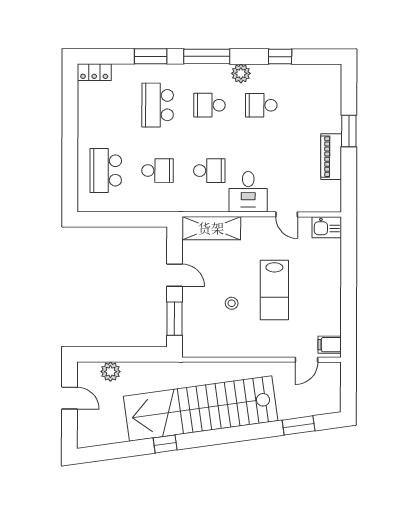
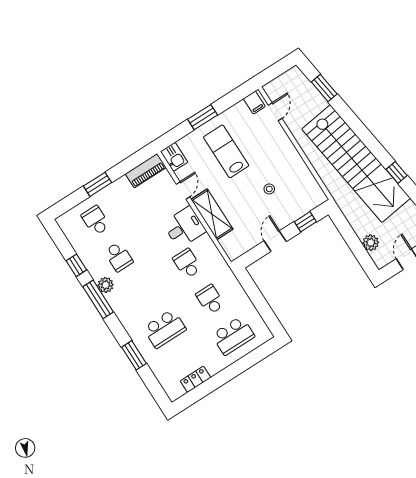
window: (207, 56) -> (98, 299), moved
locker: (94, 72) -> (196, 379), moved, turned -90
school desk: (209, 105) -> (96, 221), moved, turned 180
piano: (331, 157) -> (146, 171), moved
shelving: (211, 228) -> (212, 214), moved
window: (349, 282) -> (203, 117), added
lab bench: (274, 290) -> (226, 151), moved, turned -90
window: (174, 319) -> (305, 222), width x0.67
door: (307, 360) -> (275, 112), hinge flipped

